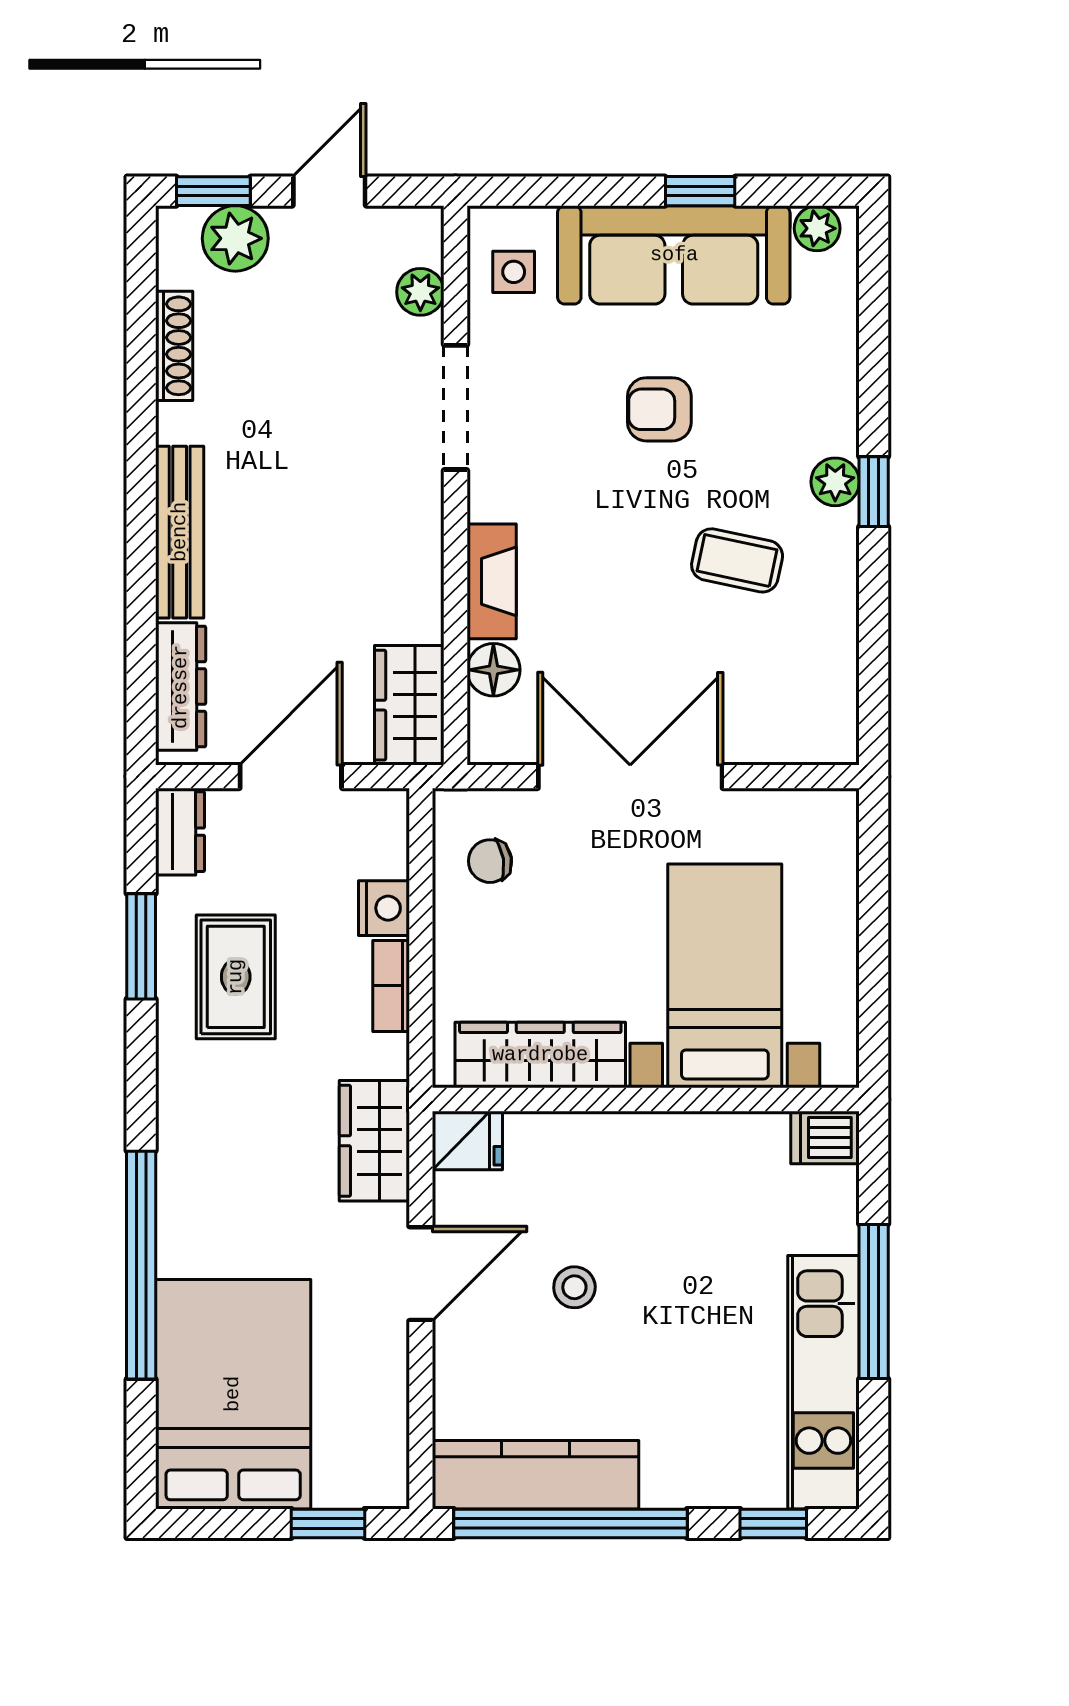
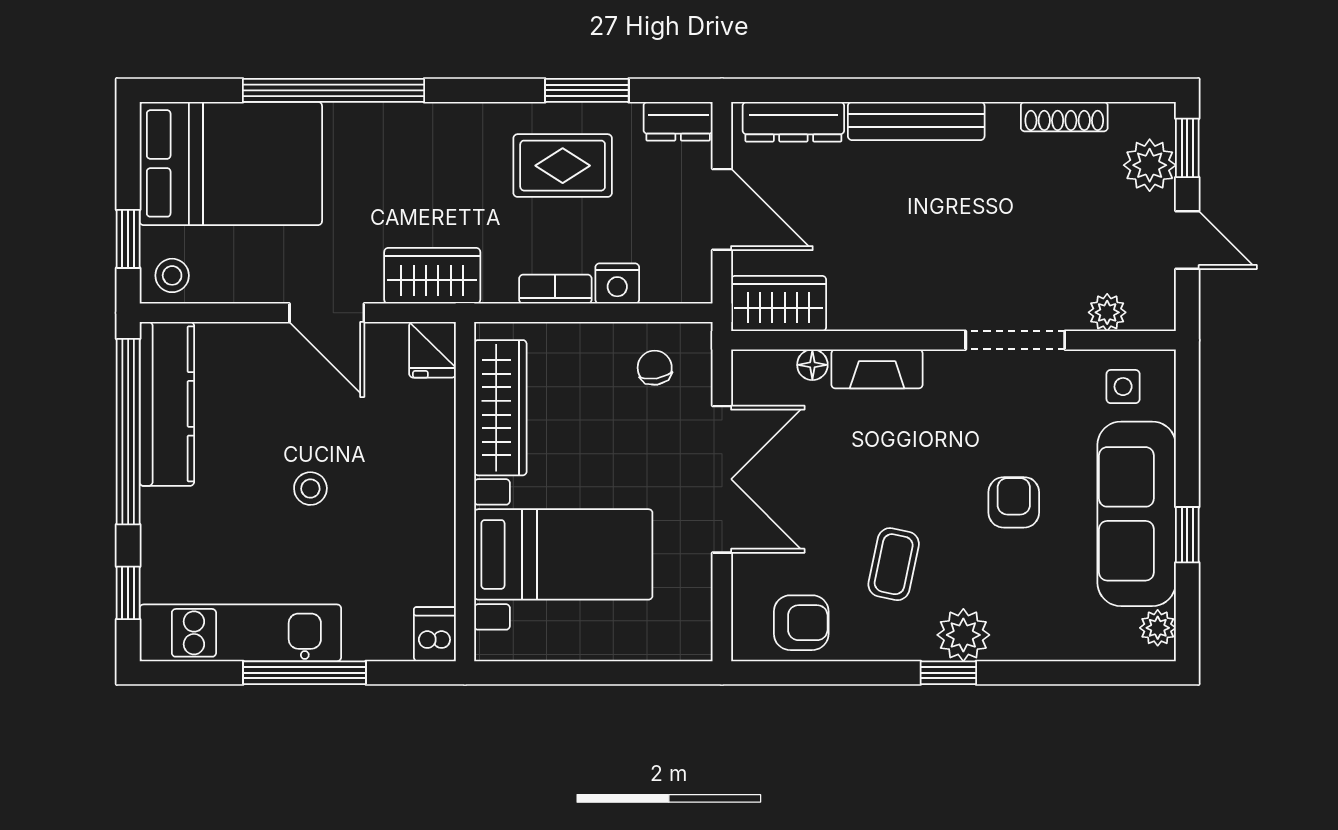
plant: (835, 482) -> (963, 635), width x1.38, depth x1.38
floor lamp: (493, 670) -> (812, 365), width x0.73, depth x0.73
armchair: (811, 677) -> (801, 623), added
stool: (574, 1287) -> (310, 489), moved
stool: (374, 1468) -> (172, 275), added

